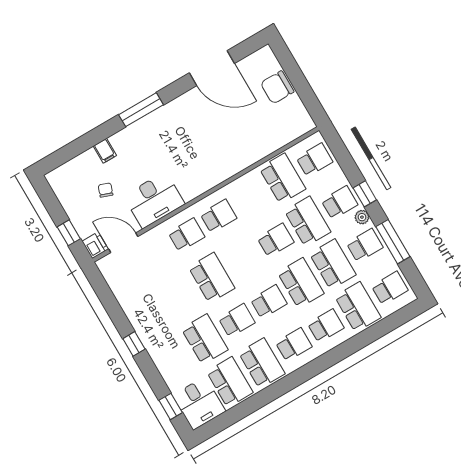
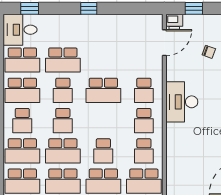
school desk: (250, 197) -> (144, 151), added
desk: (154, 200) -> (182, 102), moved
school desk: (326, 326) -> (22, 151), width x1.85

